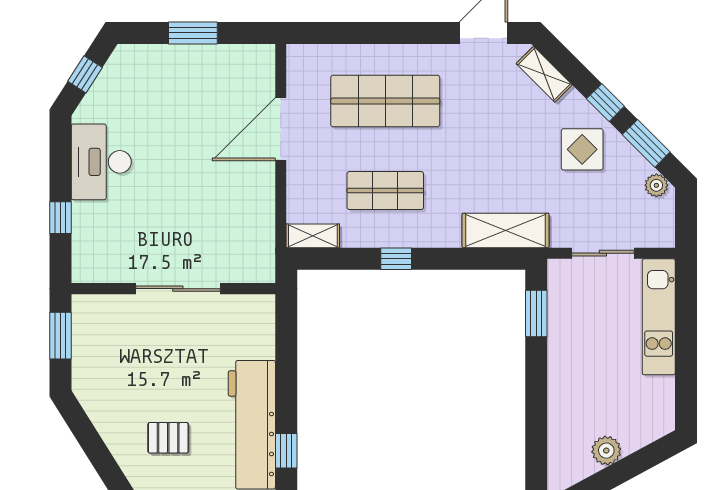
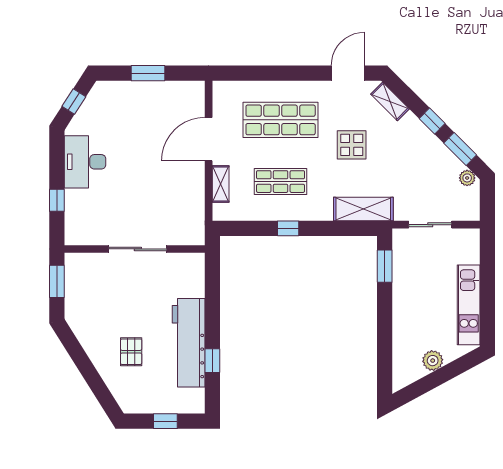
display table: (582, 149) -> (352, 145), moved
shelving: (313, 236) -> (221, 184), moved, turned 90
kitchen unit: (659, 317) -> (469, 305), moved
pallet: (168, 438) -> (131, 352), turned 90

